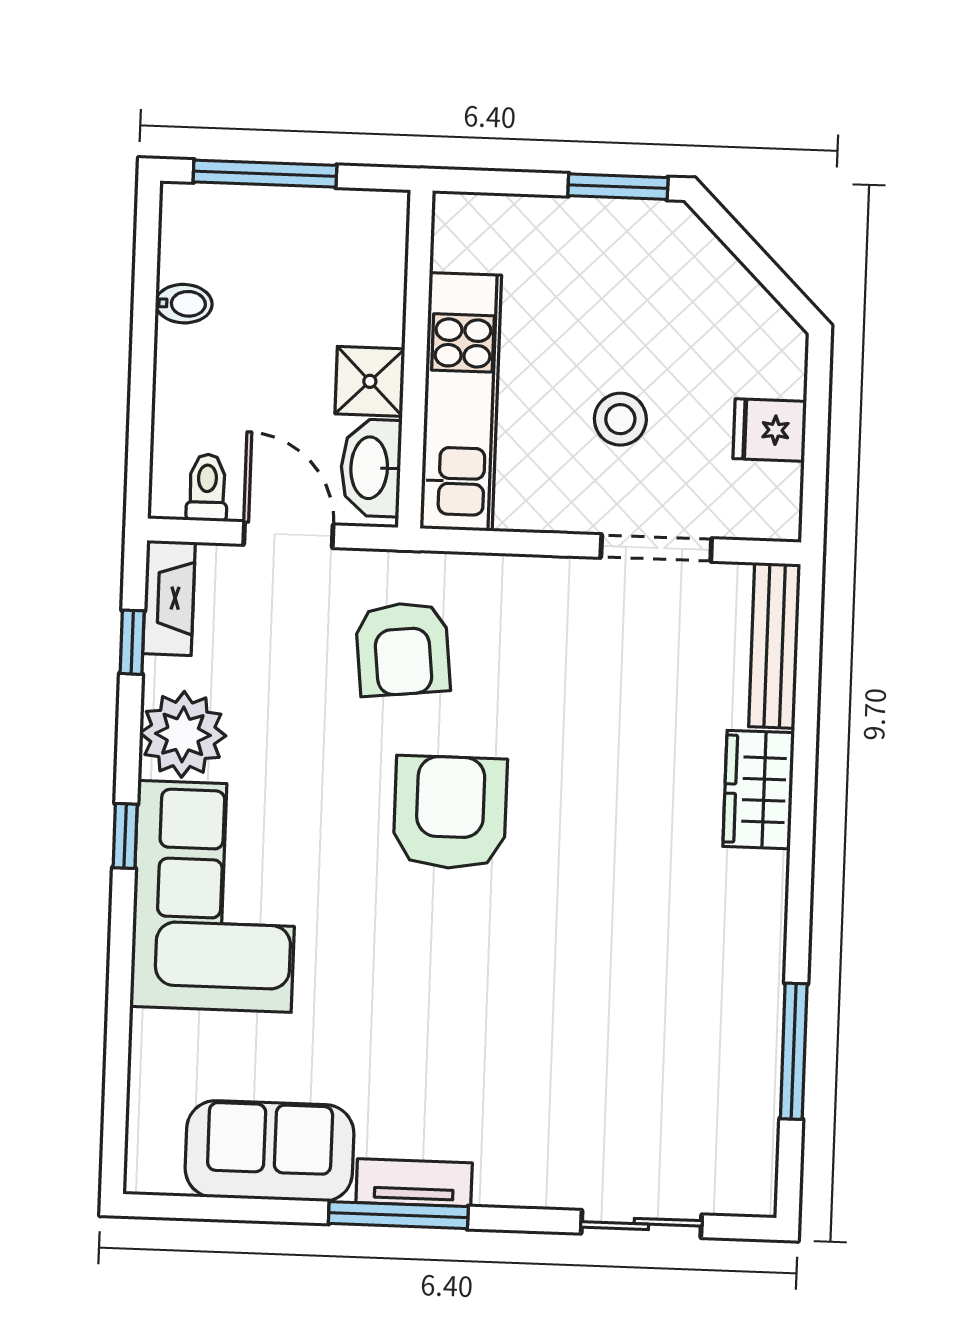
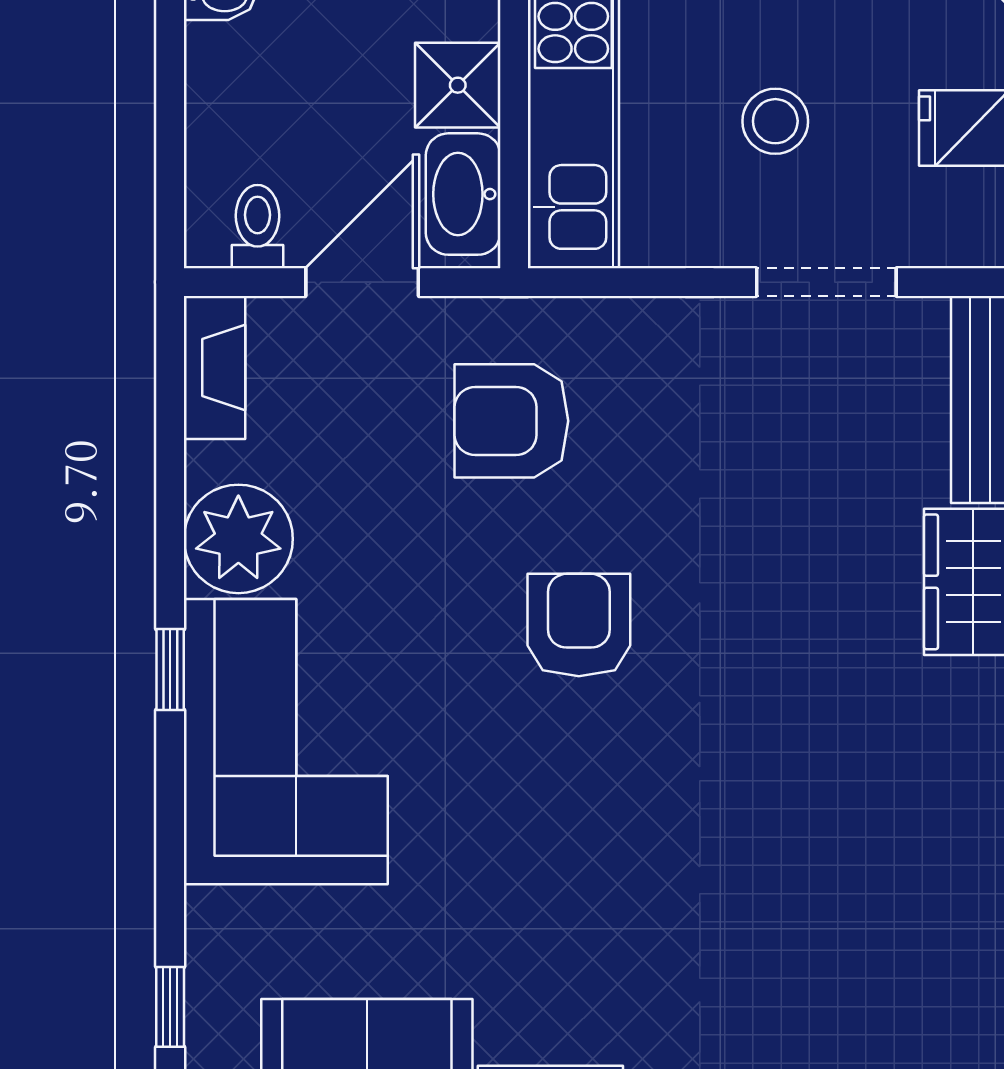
door: (288, 535) -> (362, 282), hinge flipped
window: (132, 642) -> (170, 1007), moved
armchair: (403, 649) -> (511, 421), turned 96
armchair: (450, 813) -> (579, 625), width x0.73, depth x0.73

